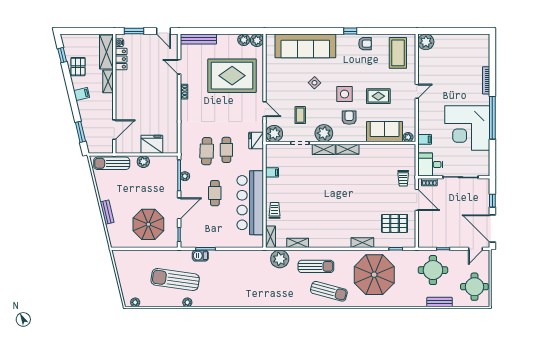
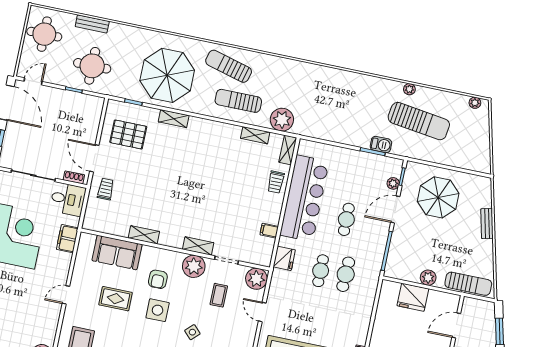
plant: (408, 137) -> (89, 239), removed
filing cabinet: (425, 139) -> (67, 239), width x2.00
fridge: (256, 140) -> (284, 258), moved
shelving: (348, 149) -> (144, 235), moved
plant: (185, 176) -> (393, 183), moved

